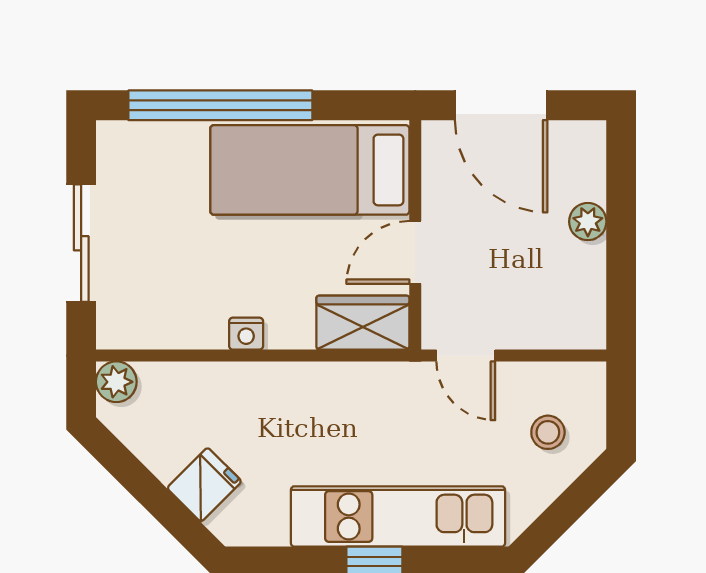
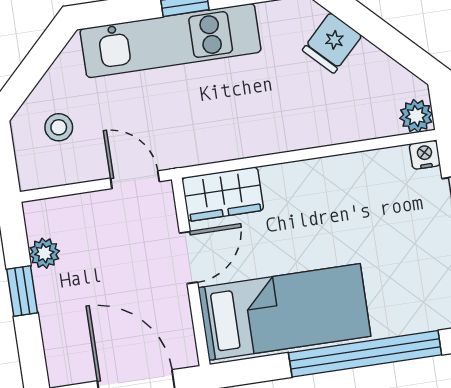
plant: (588, 222) -> (44, 253), moved
window: (621, 242) -> (22, 291), added
nightstand: (246, 334) -> (425, 155), moved

